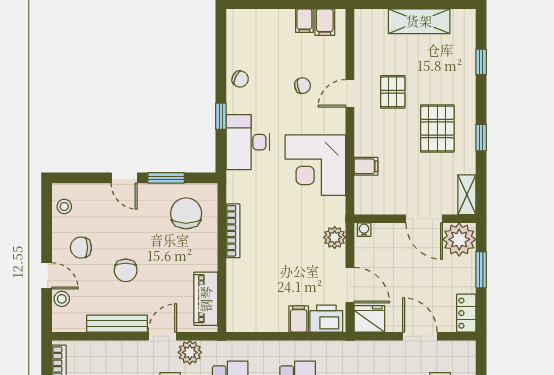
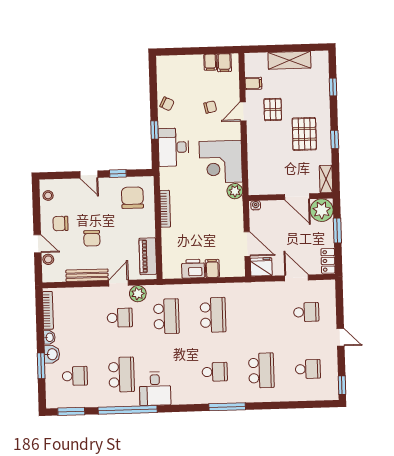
filing cabinet: (366, 166) -> (253, 83), moved
window: (166, 178) -> (118, 174), width x0.67
plant: (335, 237) -> (235, 191), moved
printer: (326, 319) -> (193, 269), moved

